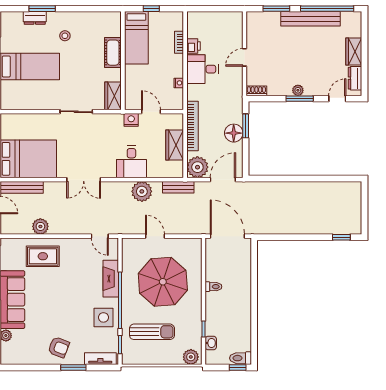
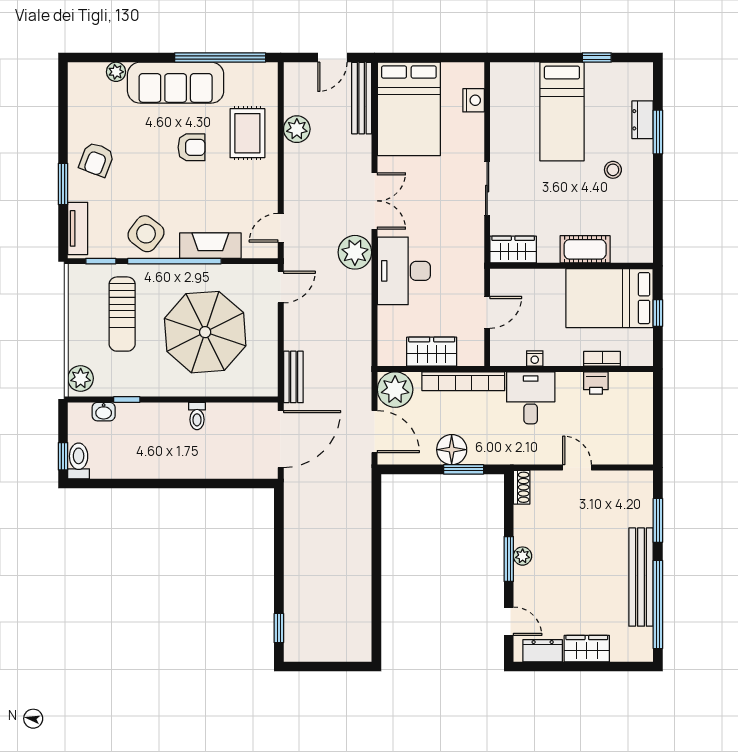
bed: (136, 38) -> (610, 298), width x1.50
desk: (202, 69) -> (531, 398), moved
nightstand: (131, 120) -> (474, 100), moved
desk: (131, 162) -> (404, 271), width x1.37
double door: (84, 180) -> (375, 201), swing flipped
bench: (178, 187) -> (293, 377), moved
plant: (142, 191) -> (355, 252), moved
door: (155, 236) -> (281, 287), moved
armchair: (51, 290) -> (192, 147), added
side table: (103, 317) -> (146, 234), turned 37

